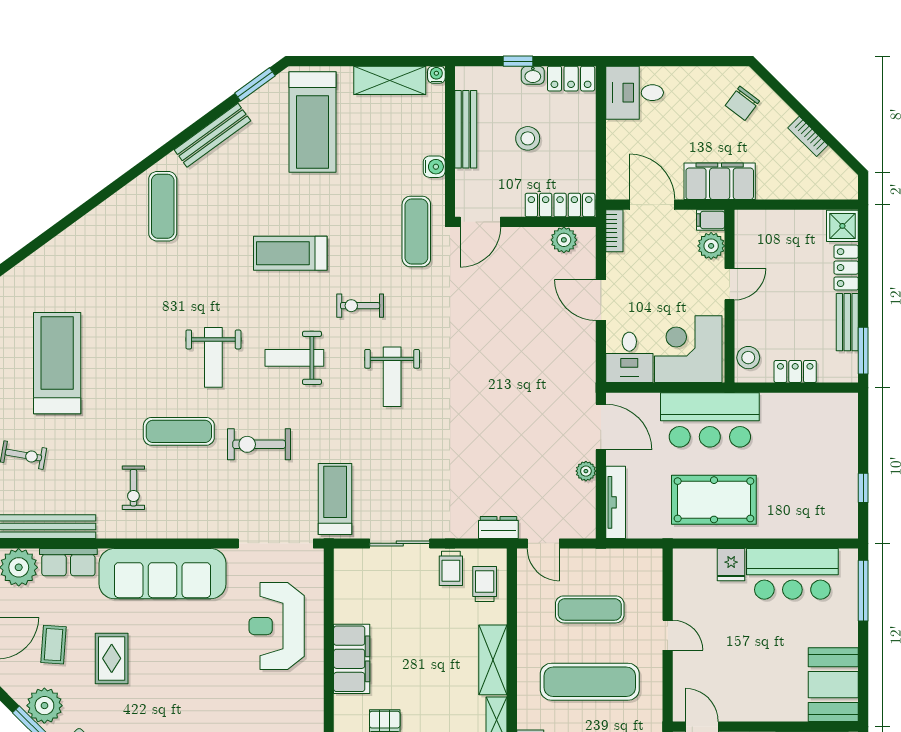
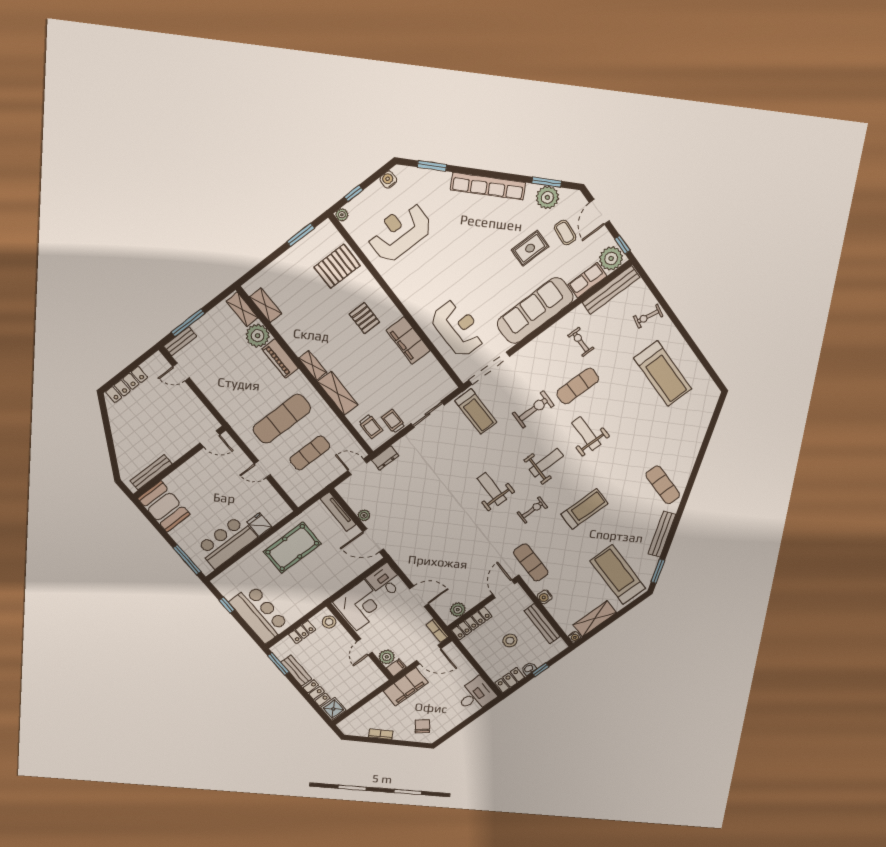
bar counter: (710, 420) -> (259, 614), moved, turned 90
rug: (112, 658) -> (530, 248), turned 90

